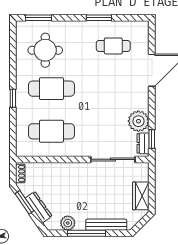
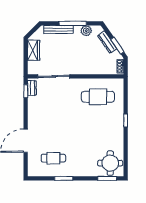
round table: (45, 50) -> (110, 163), moved
cafe table: (51, 89) -> (98, 127), removed
plant: (138, 121) -> (35, 104), removed

